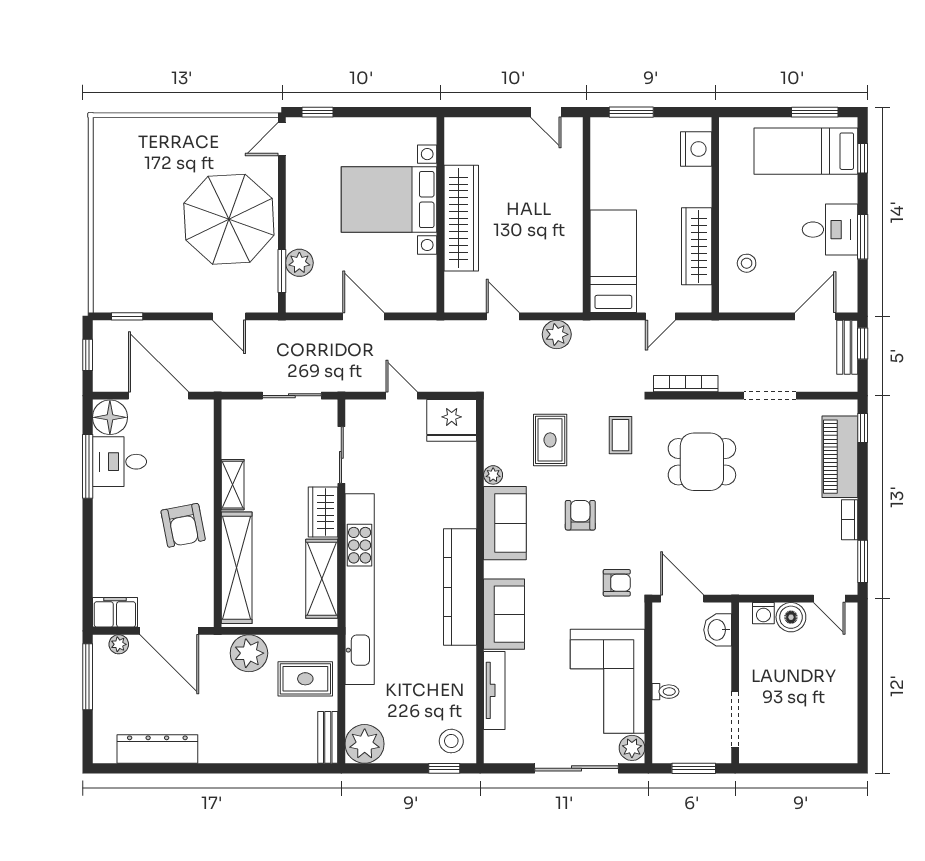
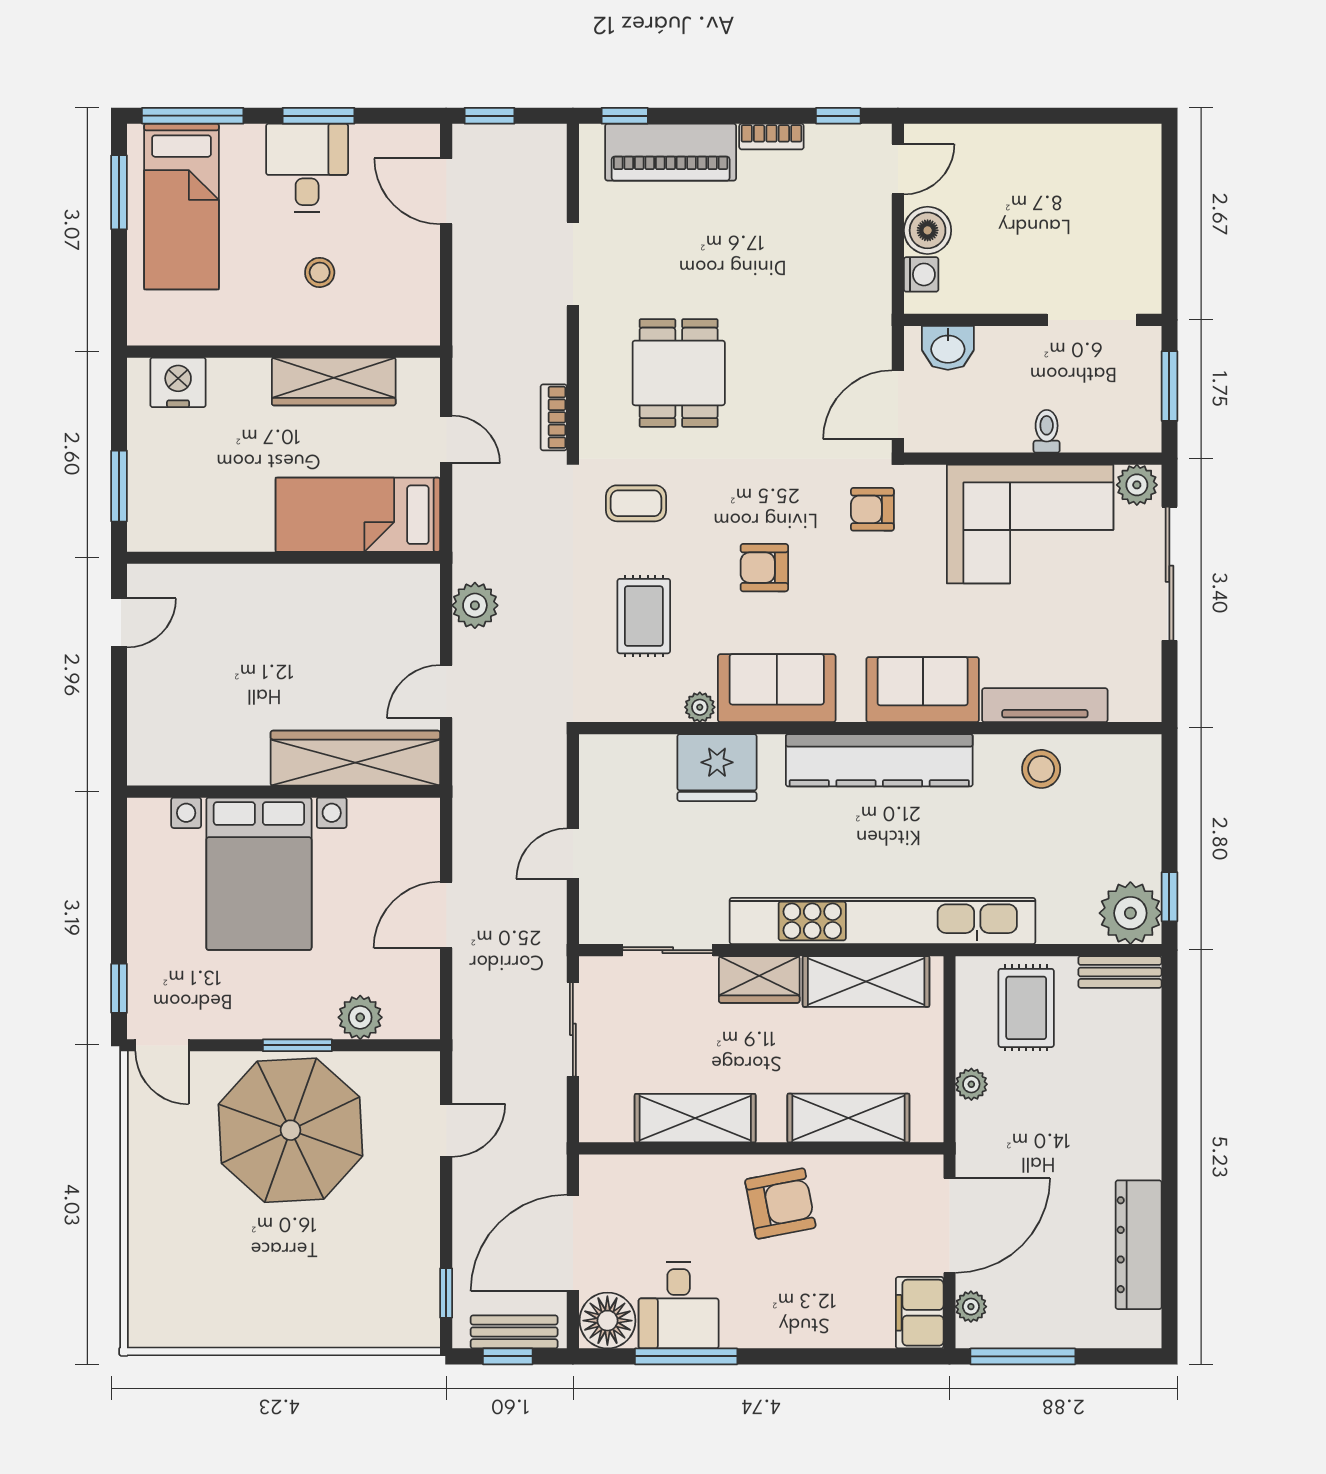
window: (863, 158) -> (193, 116), width x2.17
wardrobe: (461, 218) -> (355, 758), moved
stool: (747, 263) -> (320, 272), moved
window: (282, 271) -> (297, 1045), moved
bench: (847, 347) -> (514, 1332), moved
bookcase: (686, 384) -> (554, 417), width x0.64
fridge: (452, 420) -> (717, 768), moved, turned 90
rug: (550, 440) -> (644, 616), turned 90
shelving: (233, 485) -> (695, 1118), width x1.50, depth x1.33
window: (863, 561) -> (838, 116), width x0.67
shelving: (237, 568) -> (848, 1118), width x0.68
armchair: (617, 583) -> (872, 509), turned -90
plant: (249, 653) -> (971, 1084), width x0.53, depth x0.53
stool: (451, 741) -> (1041, 769), moved
window: (444, 768) -> (1169, 897), moved

